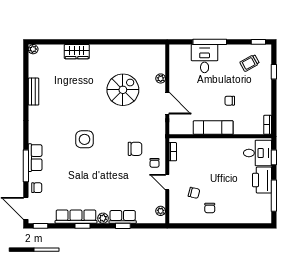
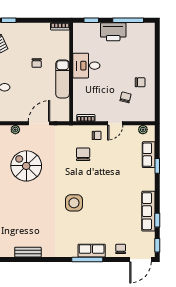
desk: (258, 153) -> (86, 66), moved, turned -90
window: (26, 166) -> (87, 259), moved
row of seats: (123, 217) -> (149, 155), moved
plant: (103, 218) -> (150, 185), removed
window: (82, 226) -> (157, 220), moved

